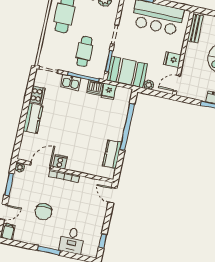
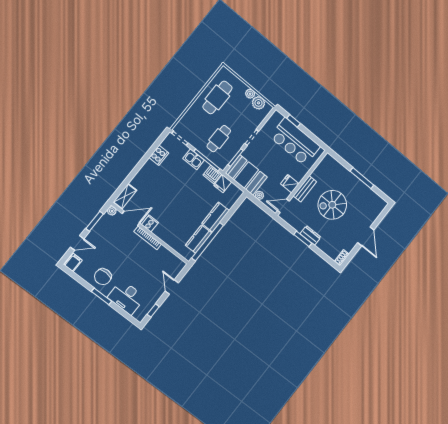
bench: (195, 28) -> (305, 189), moved
kitchen counter: (33, 118) -> (216, 217), moved, turned 180
window: (127, 127) -> (208, 242), moved
shelving: (25, 148) -> (125, 196), added
door: (112, 195) -> (172, 287), moved
chair: (43, 212) -> (103, 277), moved
desk: (72, 240) -> (126, 297), width x1.37

